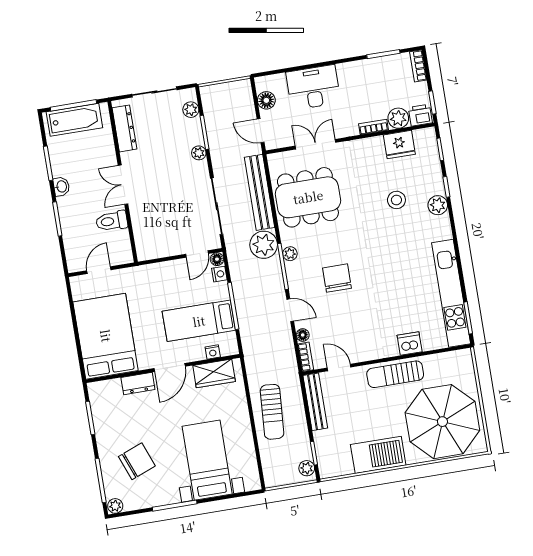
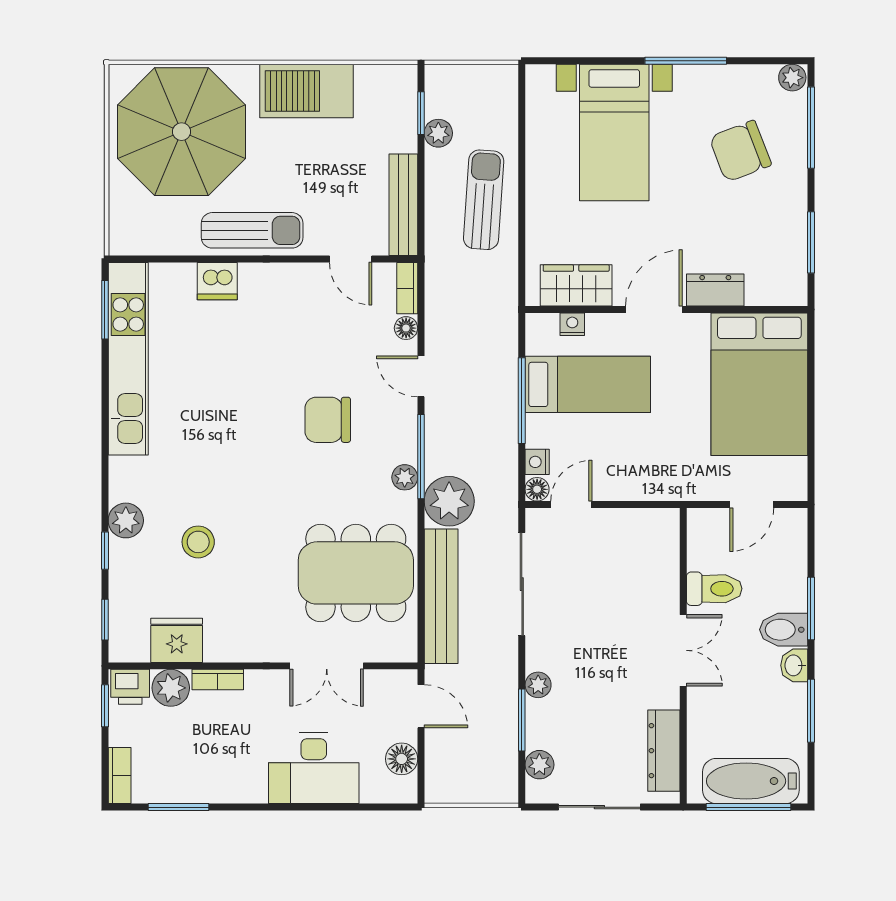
bidet: (70, 205) -> (784, 630), added
chair: (337, 278) -> (328, 420), turned 90
plant: (307, 468) -> (438, 133), moved

